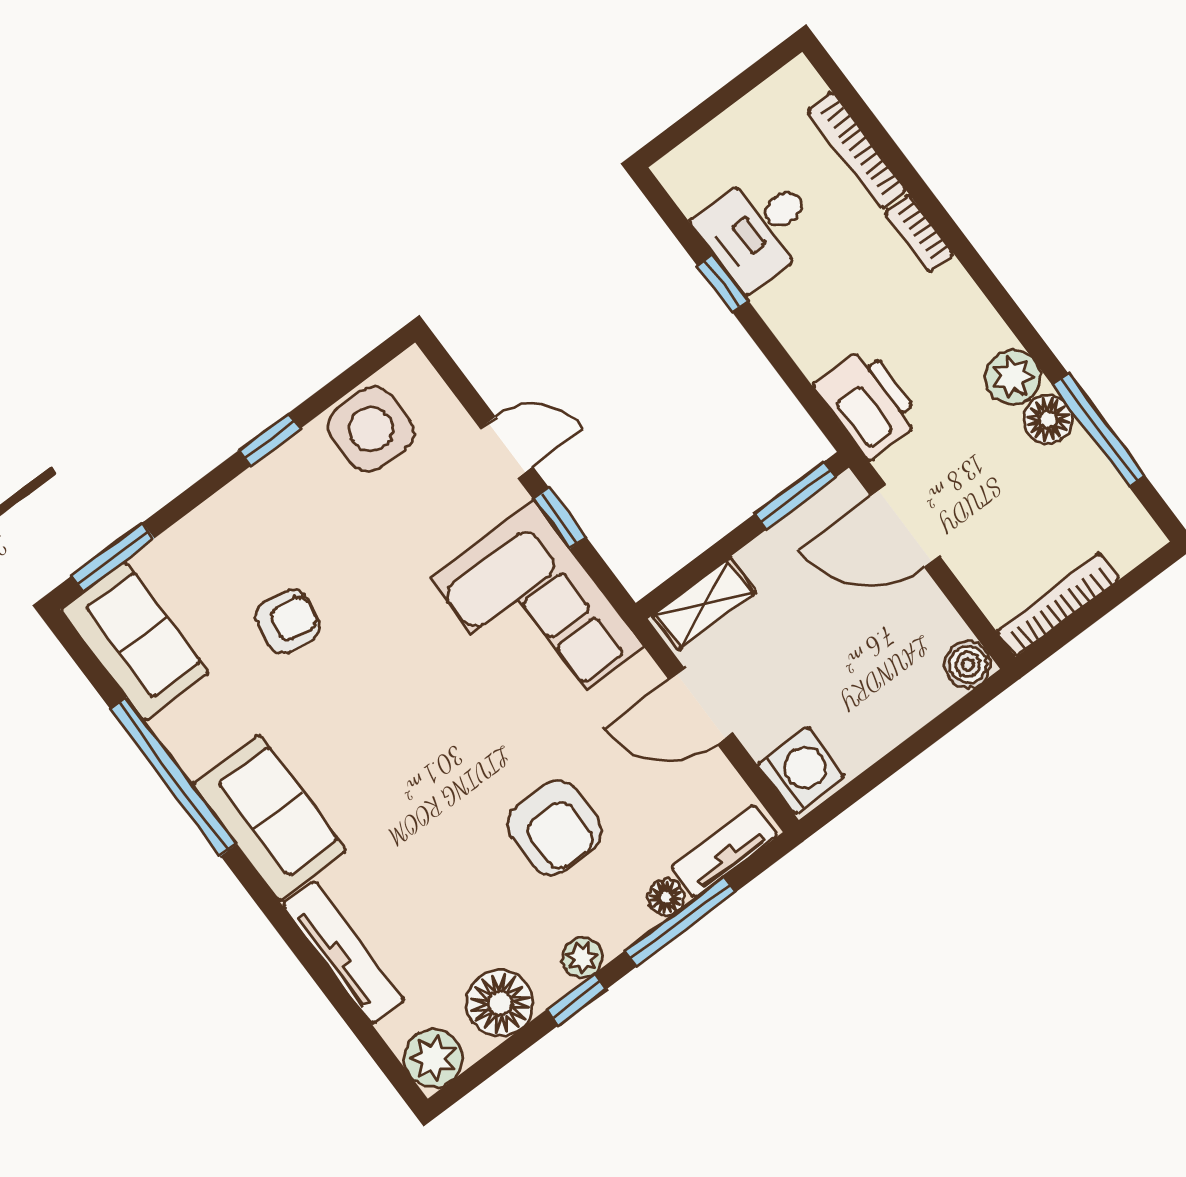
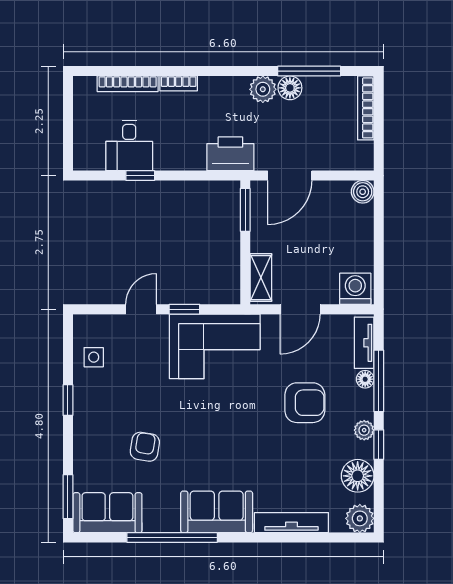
side table: (371, 429) -> (94, 357), width x0.54, depth x0.54
bookcase: (1058, 605) -> (366, 108), moved

